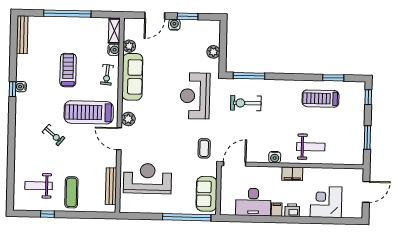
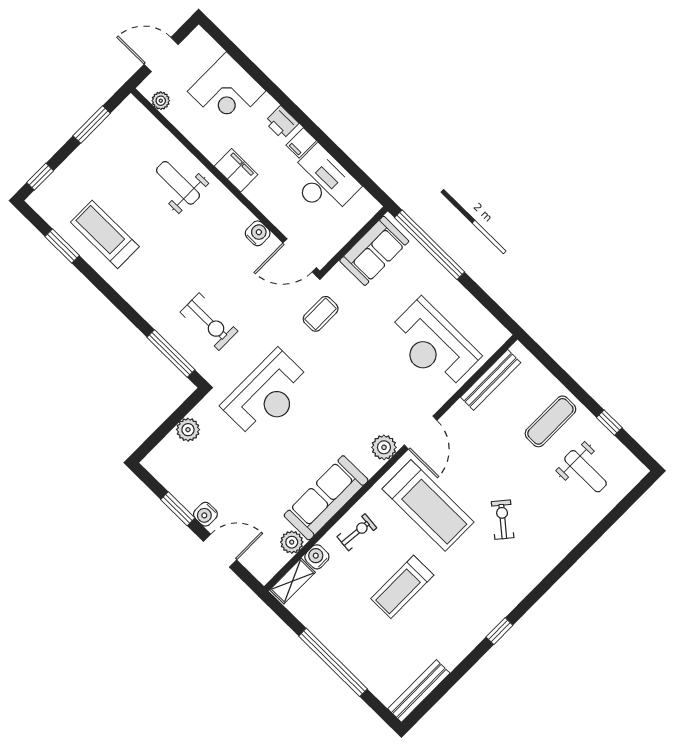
water cooler: (21, 87) -> (485, 624), removed
treadmill: (321, 99) -> (105, 234), turned 180
water cooler: (275, 157) -> (258, 233), moved
plant: (349, 173) -> (161, 101), added

